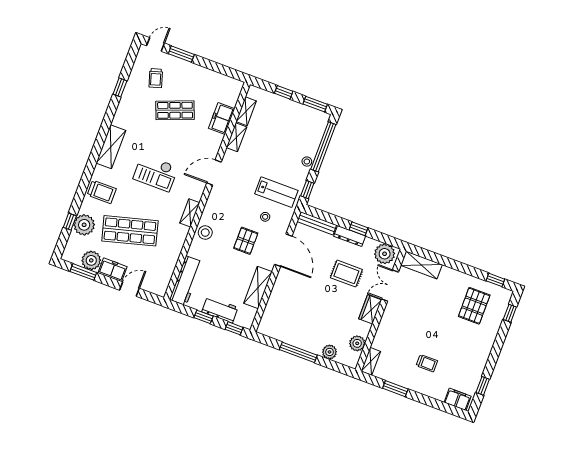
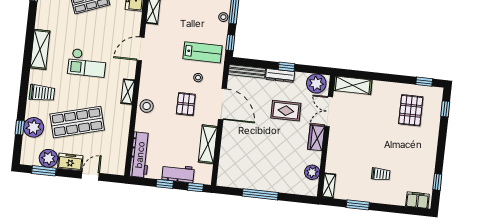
plant: (330, 352) -> (289, 187), removed

